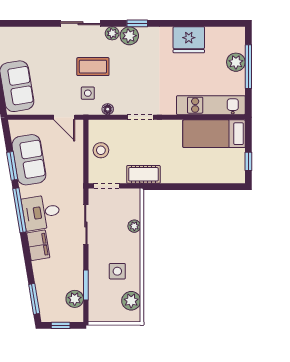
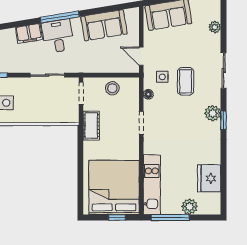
plant: (112, 33) -> (215, 27), moved
fridge: (189, 40) -> (209, 178), moved
window: (248, 67) -> (170, 218), moved
door: (64, 117) -> (141, 56), hinge flipped
bed: (214, 134) -> (114, 187), width x2.04
window: (248, 161) -> (117, 218), moved
window: (12, 166) -> (99, 11), removed
plant: (134, 226) -> (46, 118), removed

